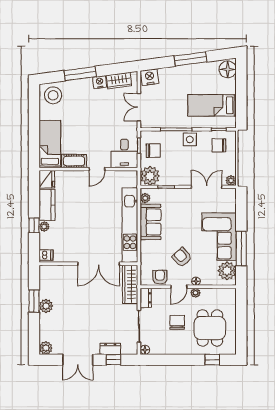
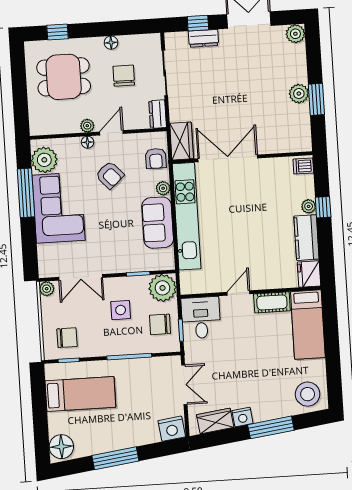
side table: (190, 139) -> (121, 310), moved
plant: (145, 198) -> (163, 188), moved
armchair: (160, 277) -> (156, 158), moved
wardrobe: (130, 284) -> (182, 141), width x0.67
chair: (177, 322) -> (124, 76), moved, turned 180
dining table: (210, 328) -> (64, 77), turned 90
floor lamp: (145, 350) -> (111, 43), moved

